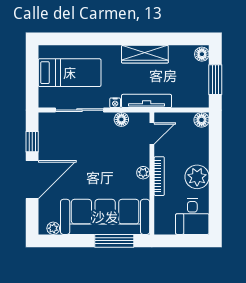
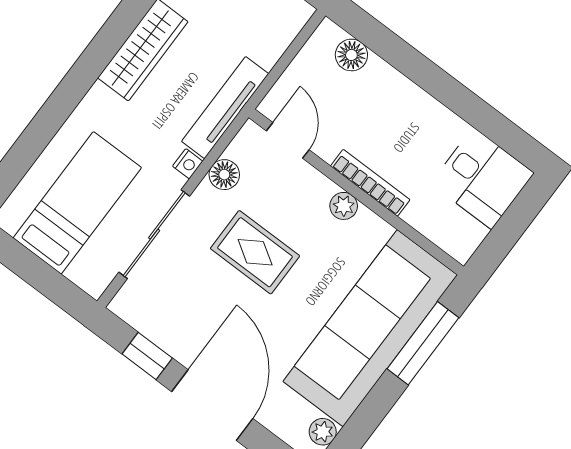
floor lamp: (202, 120) -> (351, 55), moved
rug: (101, 153) -> (255, 252), added
plant: (197, 177) -> (420, 119), removed

